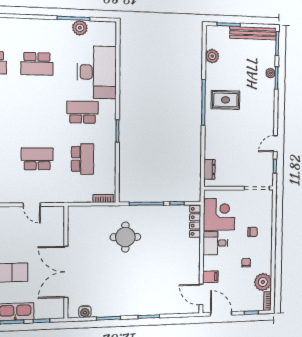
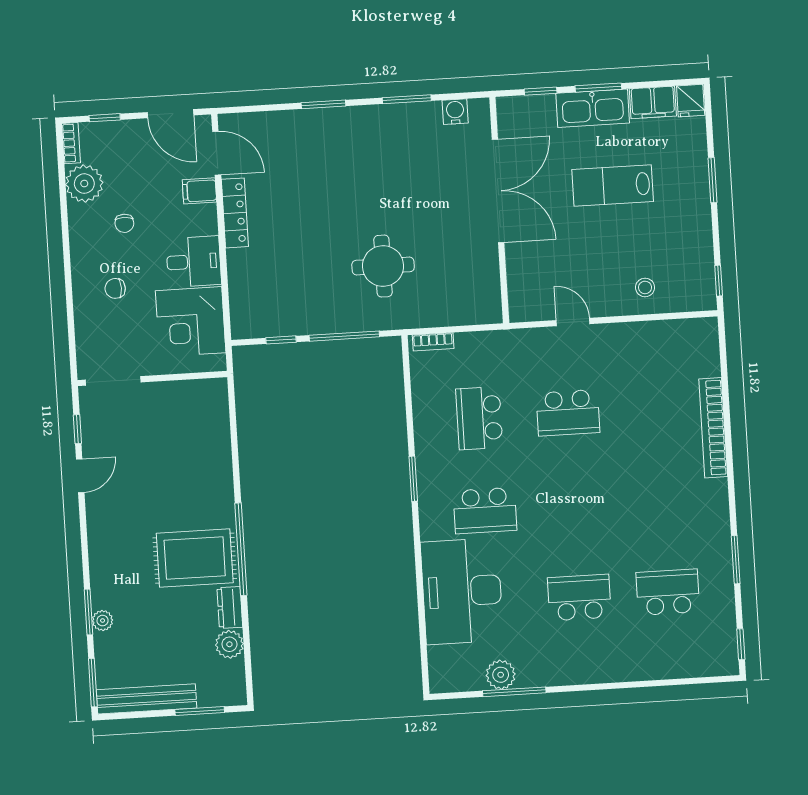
rug: (225, 100) -> (195, 558), width x1.36, depth x1.43
dresser: (209, 169) -> (230, 607), moved
locker: (195, 221) -> (235, 213), moved

